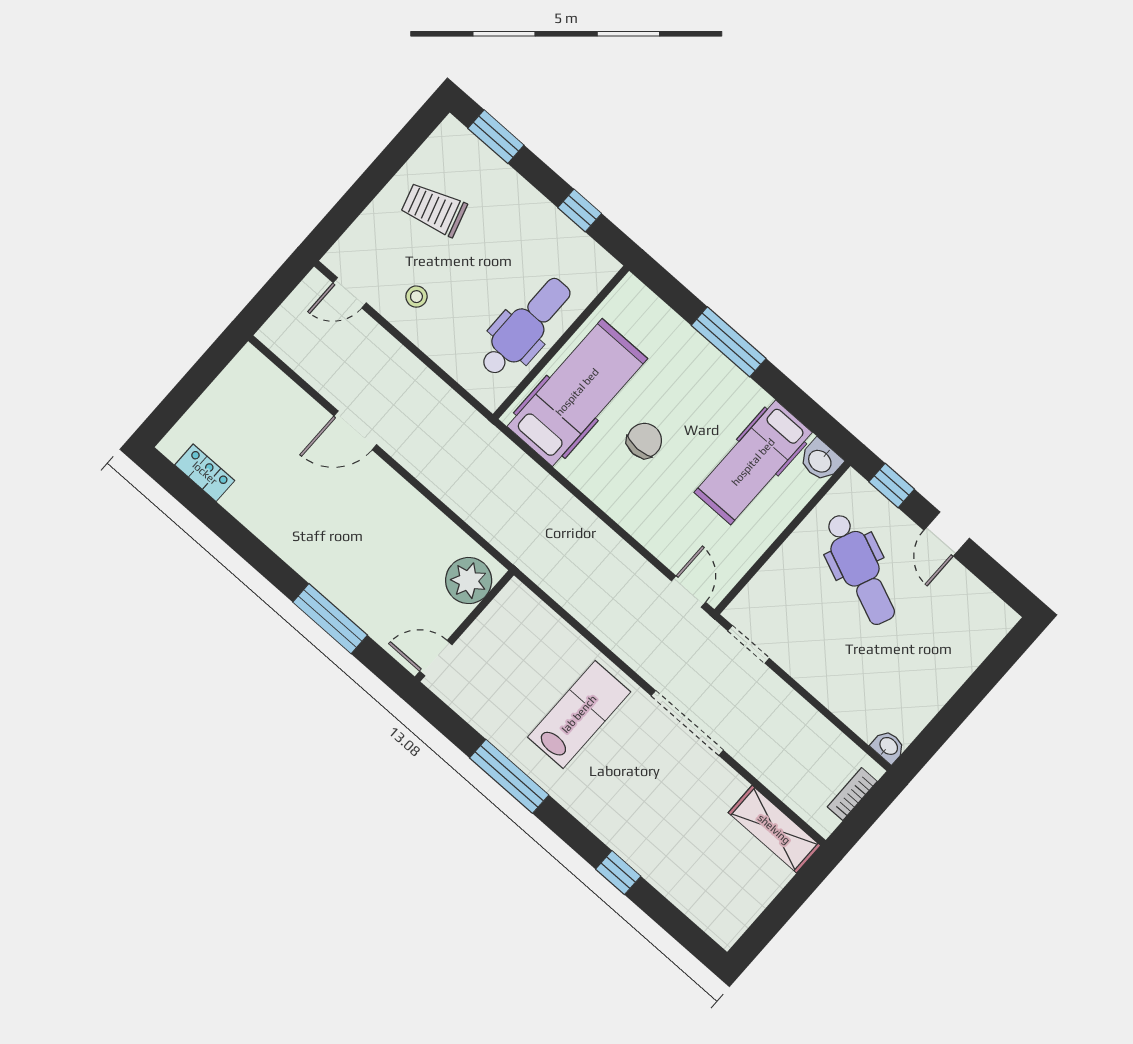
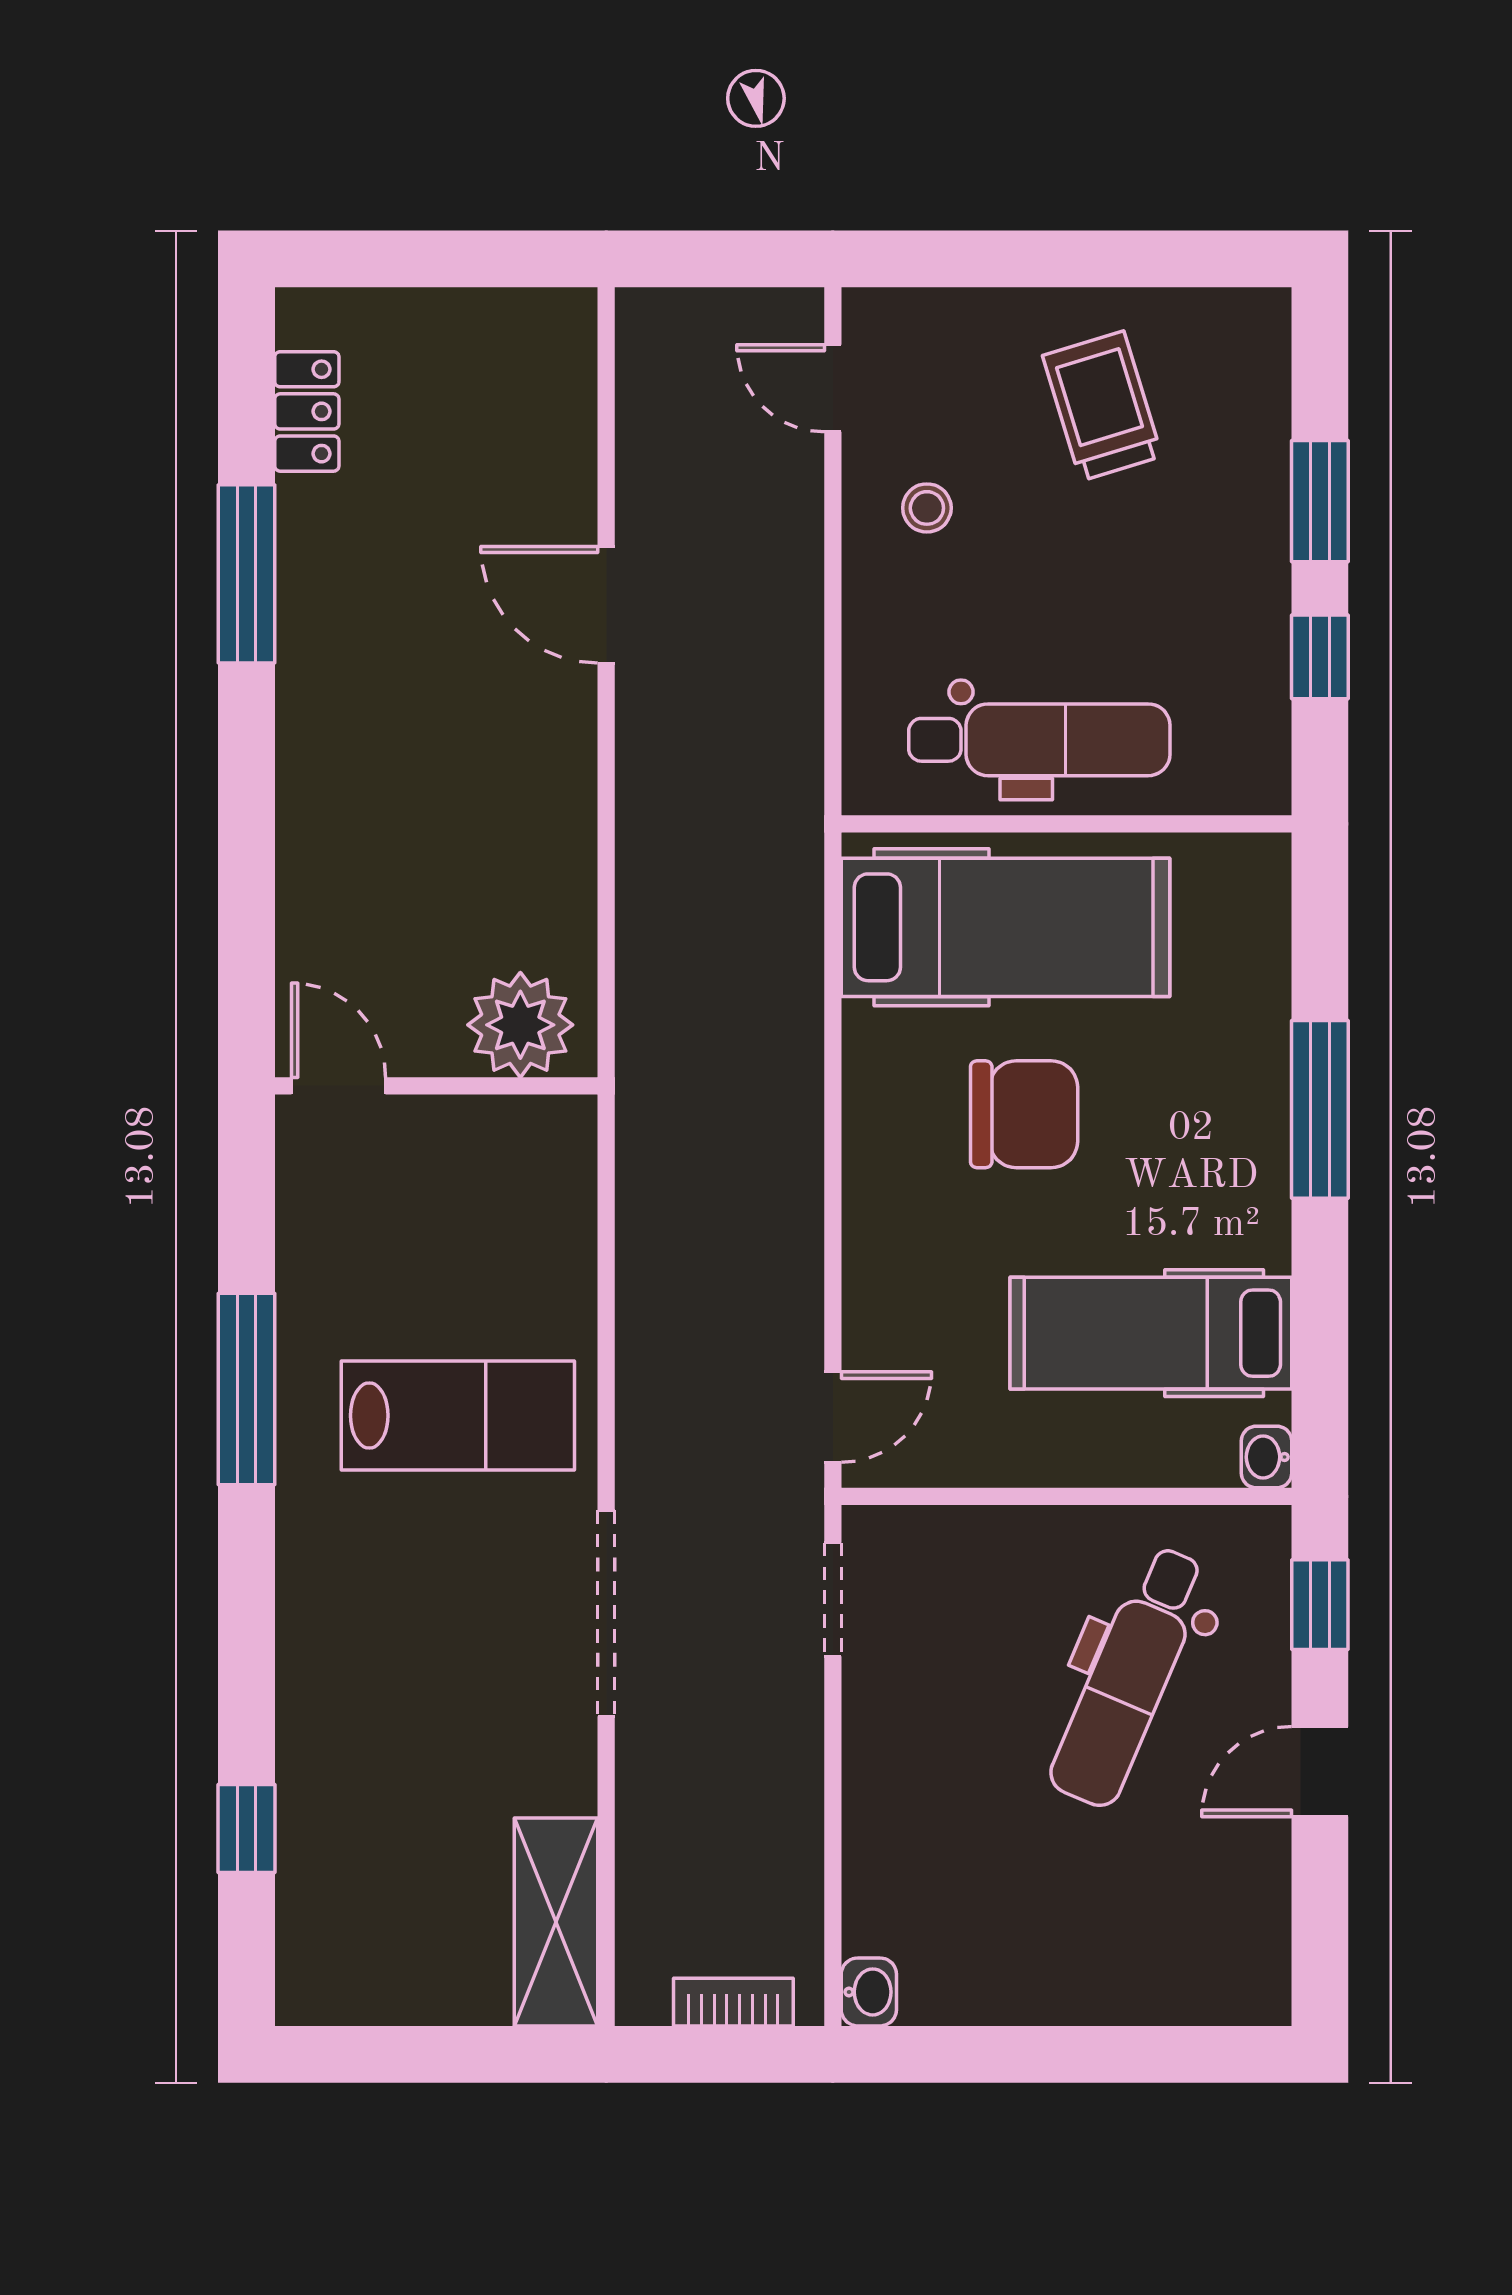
window: (496, 137) -> (1320, 501), moved
chair: (644, 441) -> (1024, 1114), width x1.37, depth x1.37
washbasin: (820, 461) -> (1267, 1457), width x0.72, depth x0.69
window: (330, 619) -> (247, 574), moved
window: (618, 873) -> (247, 1828), moved

